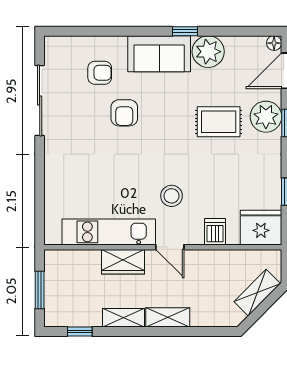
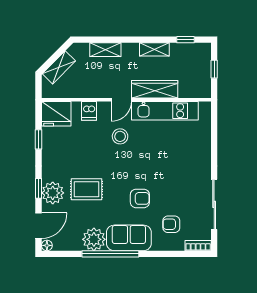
window: (185, 31) -> (110, 254), width x3.17
bookcase: (62, 43) -> (198, 246), added
armchair: (124, 113) -> (140, 198), moved, turned 90
door: (170, 247) -> (121, 100), swing flipped
wardrobe: (123, 262) -> (155, 89), width x1.50
window: (40, 290) -> (214, 69), width x0.67
shelving: (168, 317) -> (105, 50), moved

